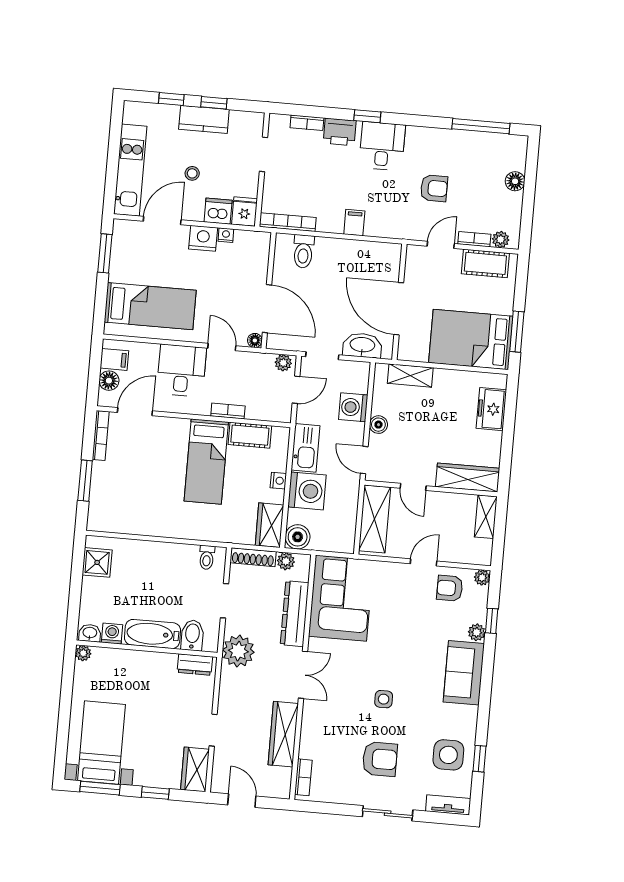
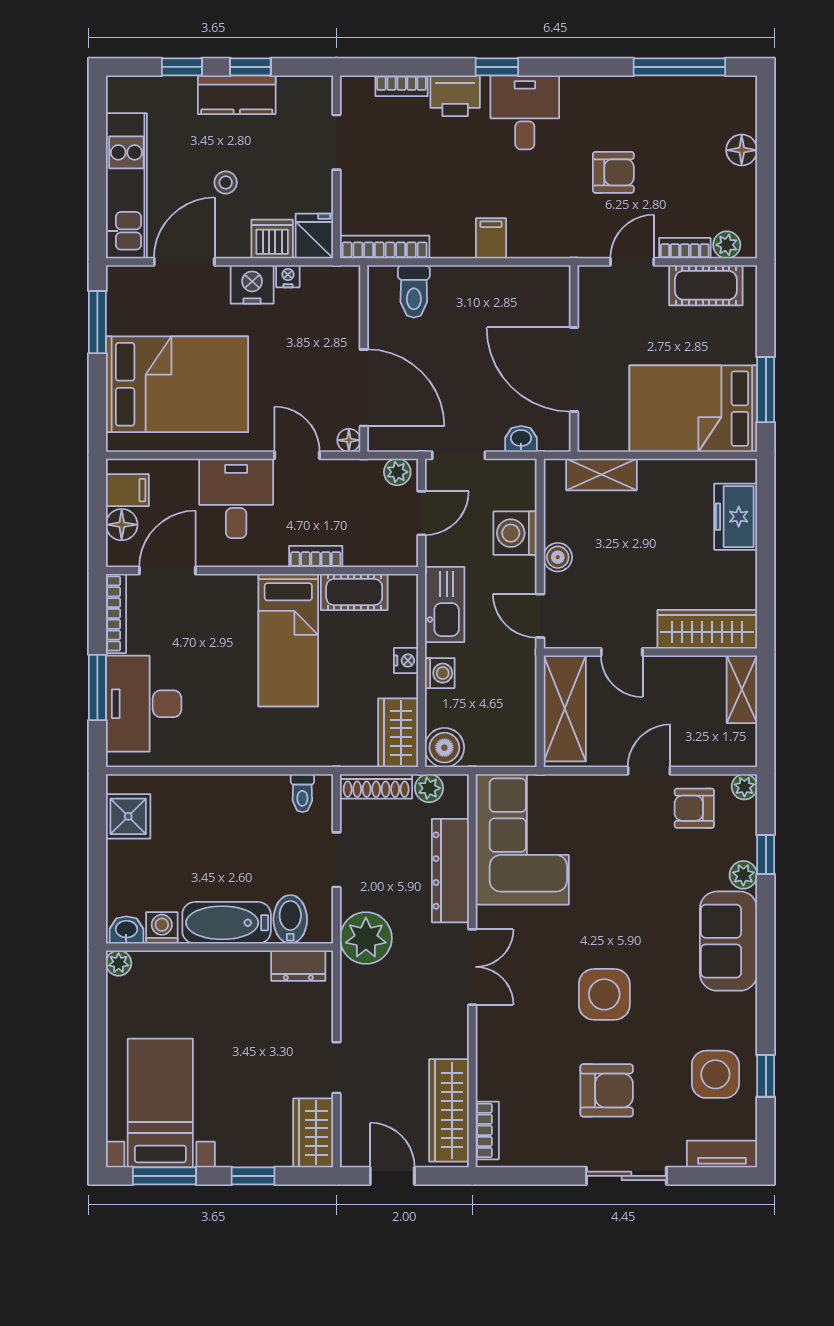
bed: (150, 306) -> (177, 384), width x1.50
washbasin: (362, 345) -> (521, 439), width x0.52, depth x0.69
washing machine: (307, 491) -> (440, 673), width x0.53, depth x0.53
desk: (113, 493) -> (144, 704), added
side table: (384, 699) -> (604, 994), width x1.87, depth x1.87
wardrobe: (283, 734) -> (449, 1110), moved

